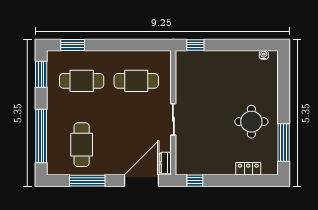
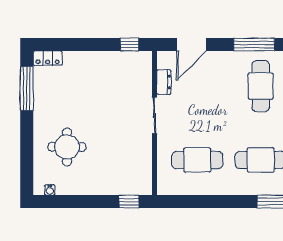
round table: (251, 122) -> (67, 147), moved
dresser: (165, 163) -> (164, 82), moved
locker: (248, 169) -> (48, 58), moved
door: (142, 181) -> (191, 45), width x0.73

